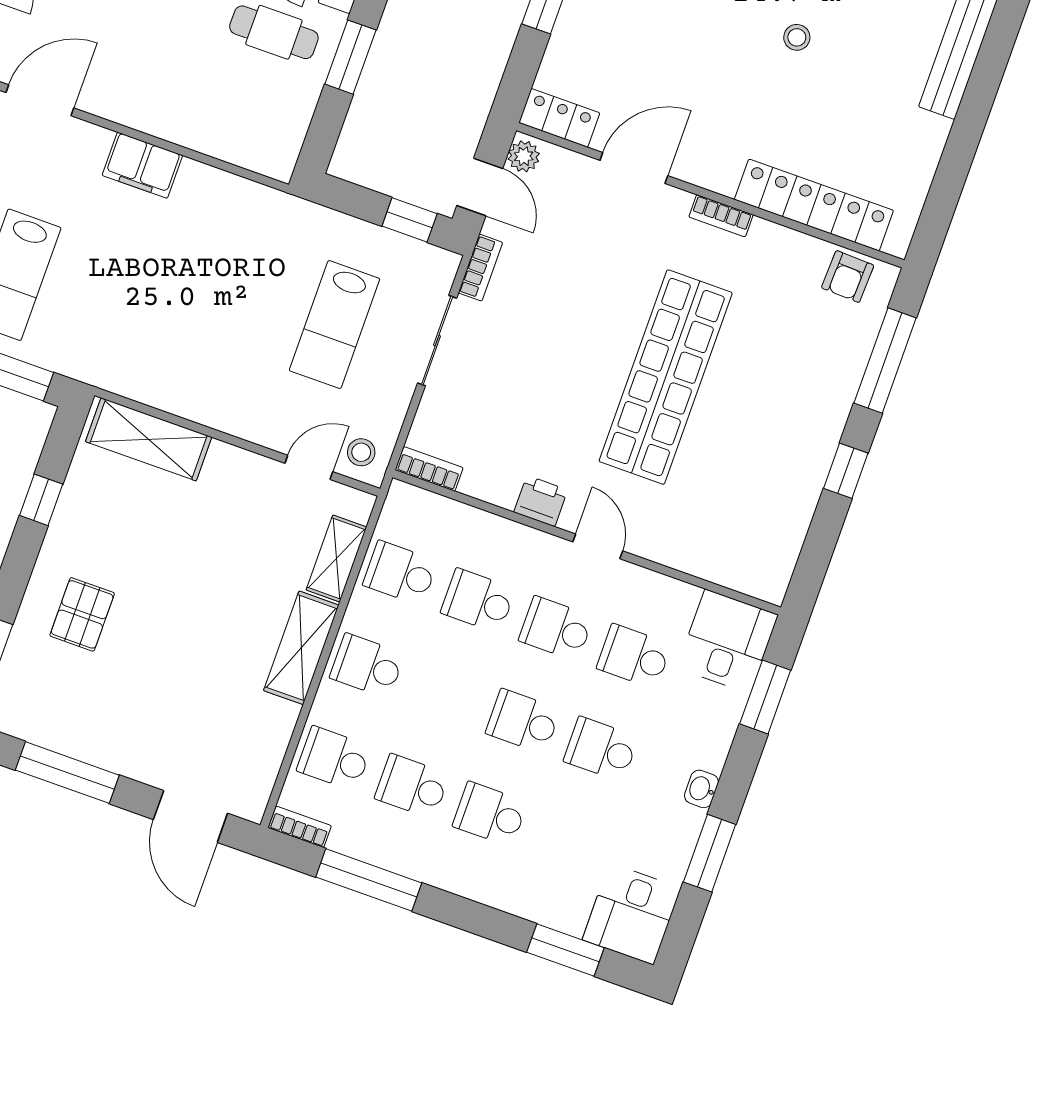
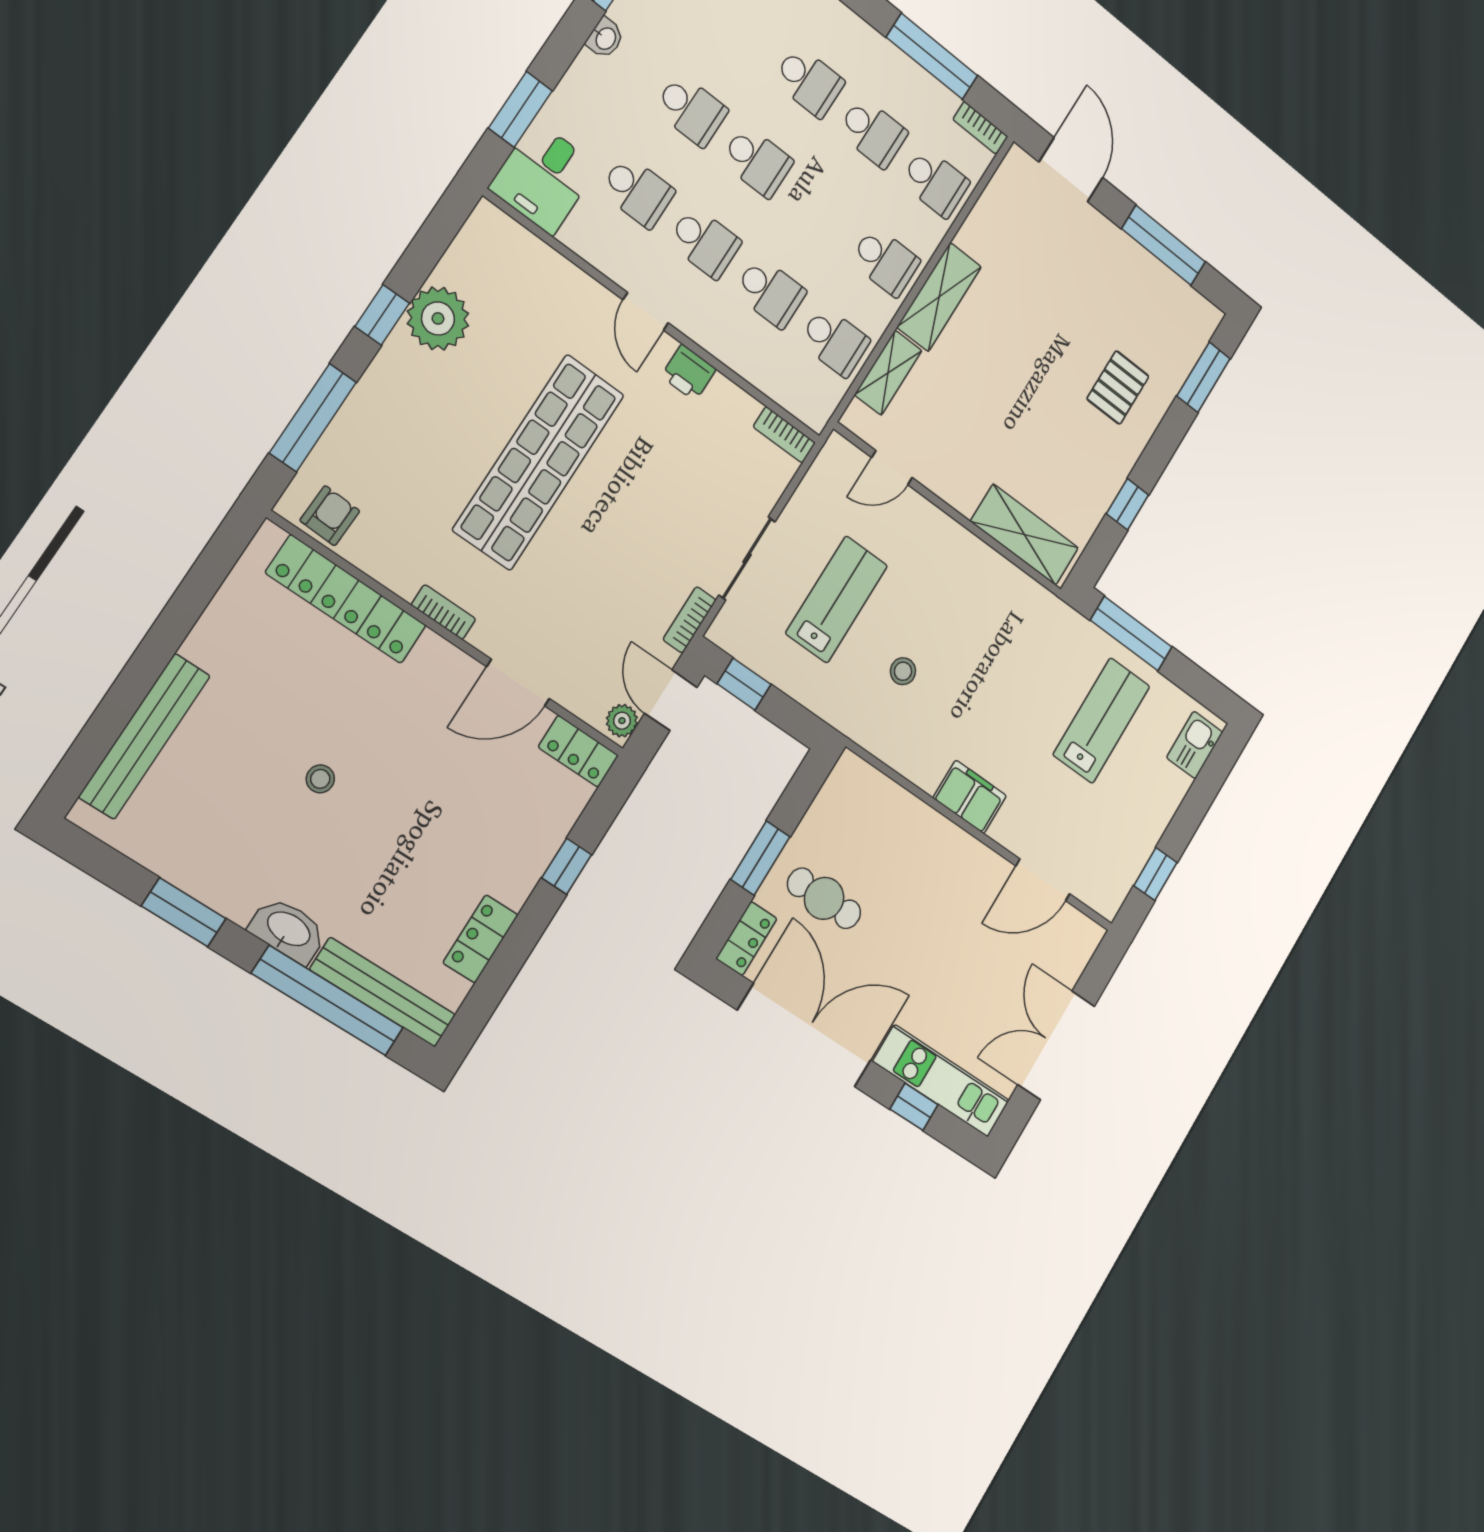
stool: (361, 452) -> (903, 671), moved
plant: (794, 482) -> (438, 318), added

